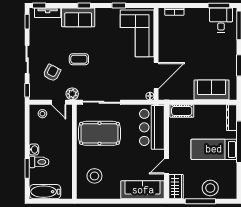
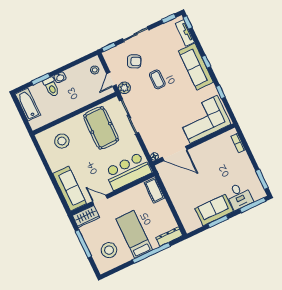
sofa: (78, 17) -> (196, 67), width x1.36
desk: (221, 20) -> (239, 196), moved, turned 90
sofa: (212, 90) -> (214, 210), moved, turned -90
stool: (210, 188) -> (109, 250), moved

